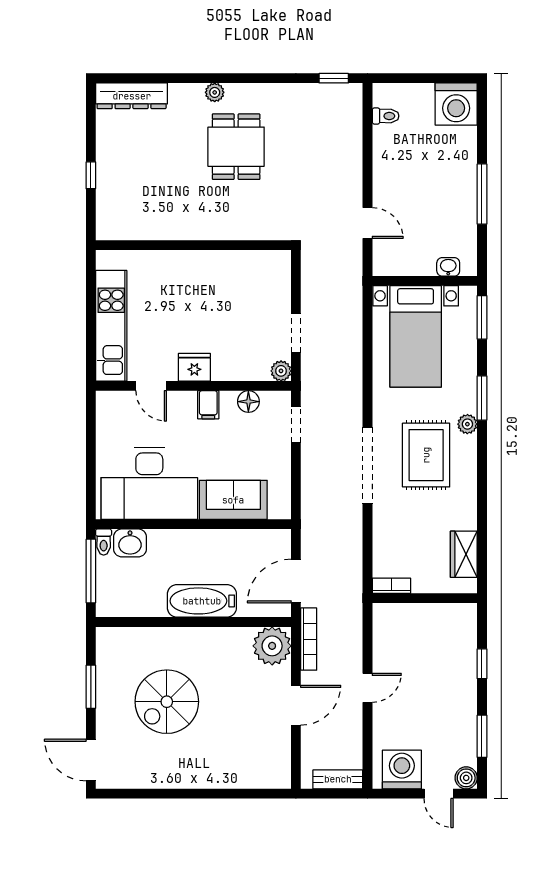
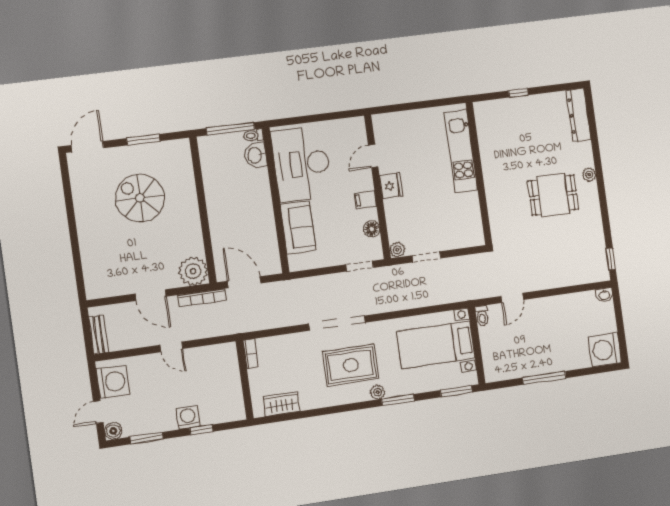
toilet: (386, 116) -> (482, 316), moved
washbasin: (448, 267) -> (604, 295), moved, turned 90
kitchen unit: (111, 326) -> (461, 151), moved, turned 90
bathtub: (202, 601) -> (220, 214), removed
washing machine: (463, 679) -> (188, 417), added

